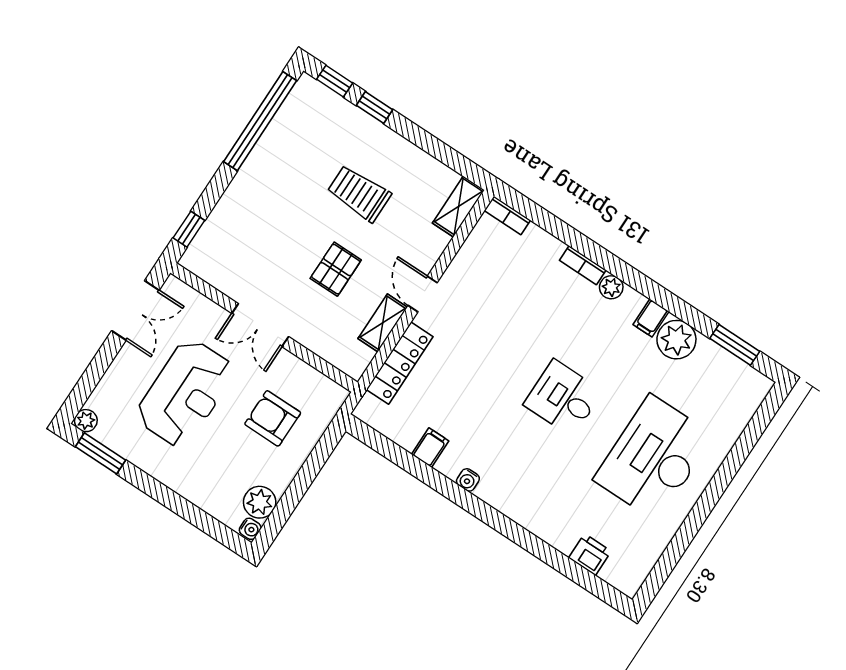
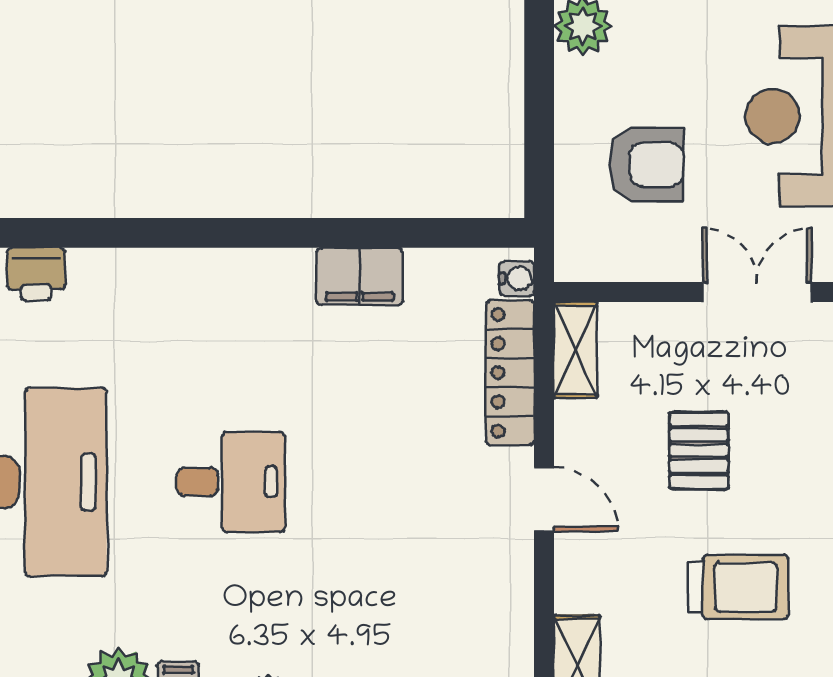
shelving: (383, 323) -> (576, 350), moved
filing cabinet: (430, 448) -> (360, 276), width x2.00
water cooler: (468, 480) -> (517, 278), moved, turned 90

